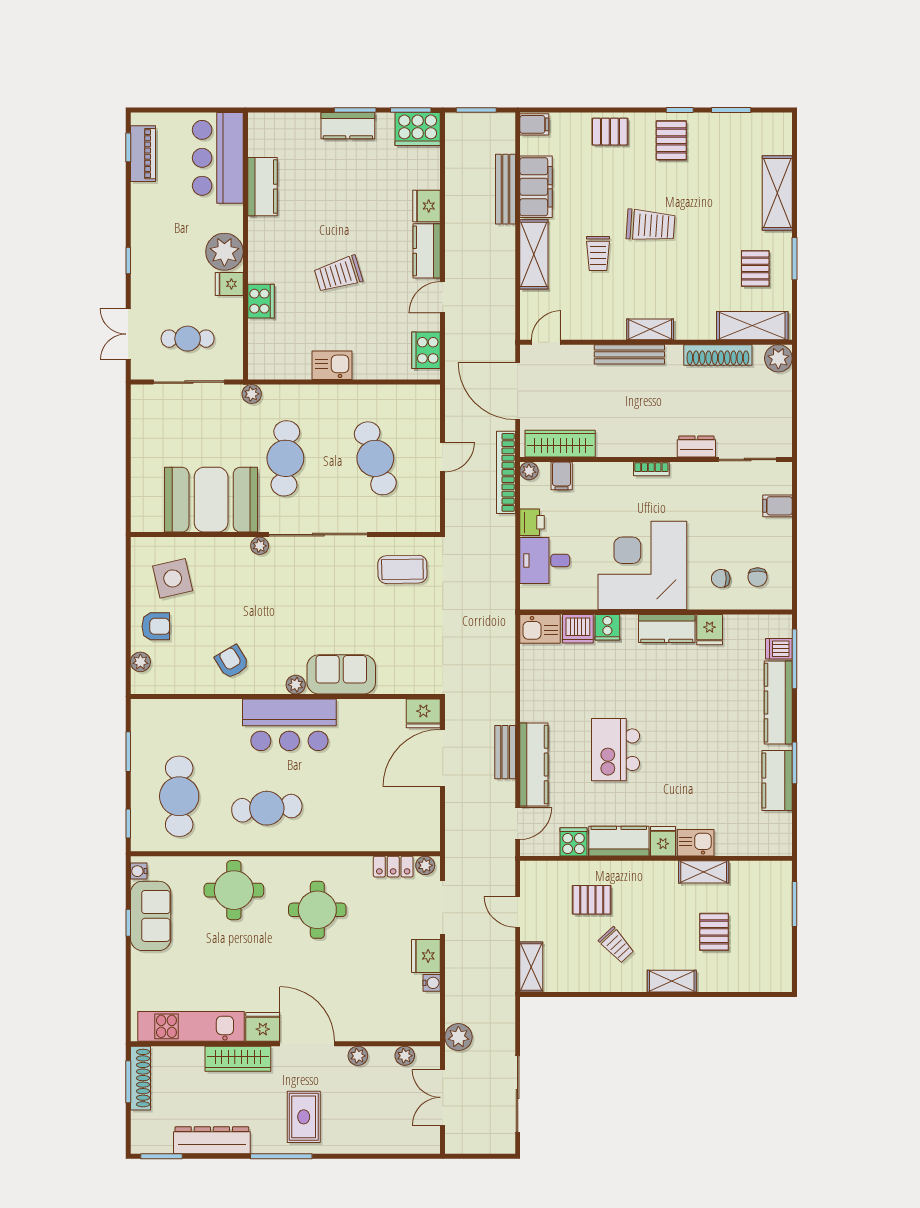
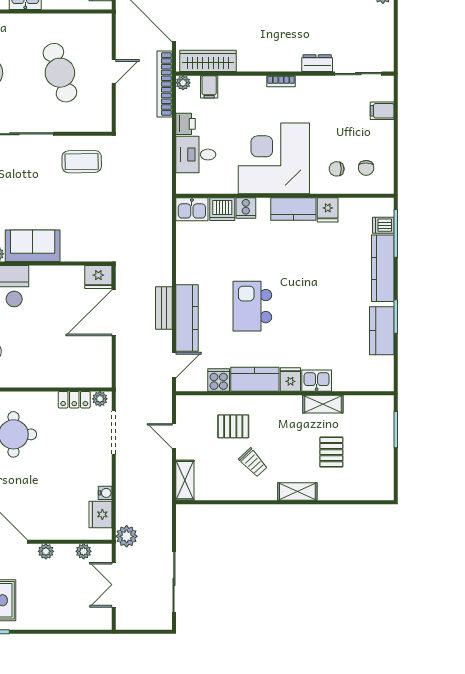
fridge: (426, 956) -> (100, 514), moved

